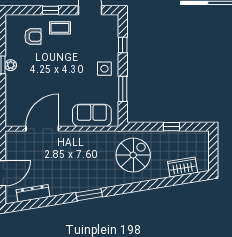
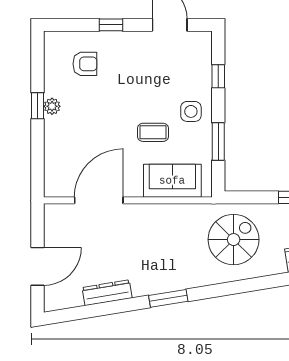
coffee table: (60, 28) -> (153, 132), moved
dresser: (33, 193) -> (107, 293), moved

